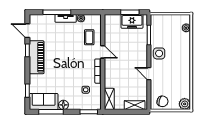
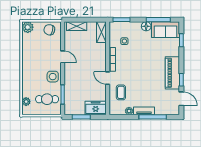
freezer: (132, 21) -> (96, 108), moved
cafe table: (165, 30) -> (47, 99), added

